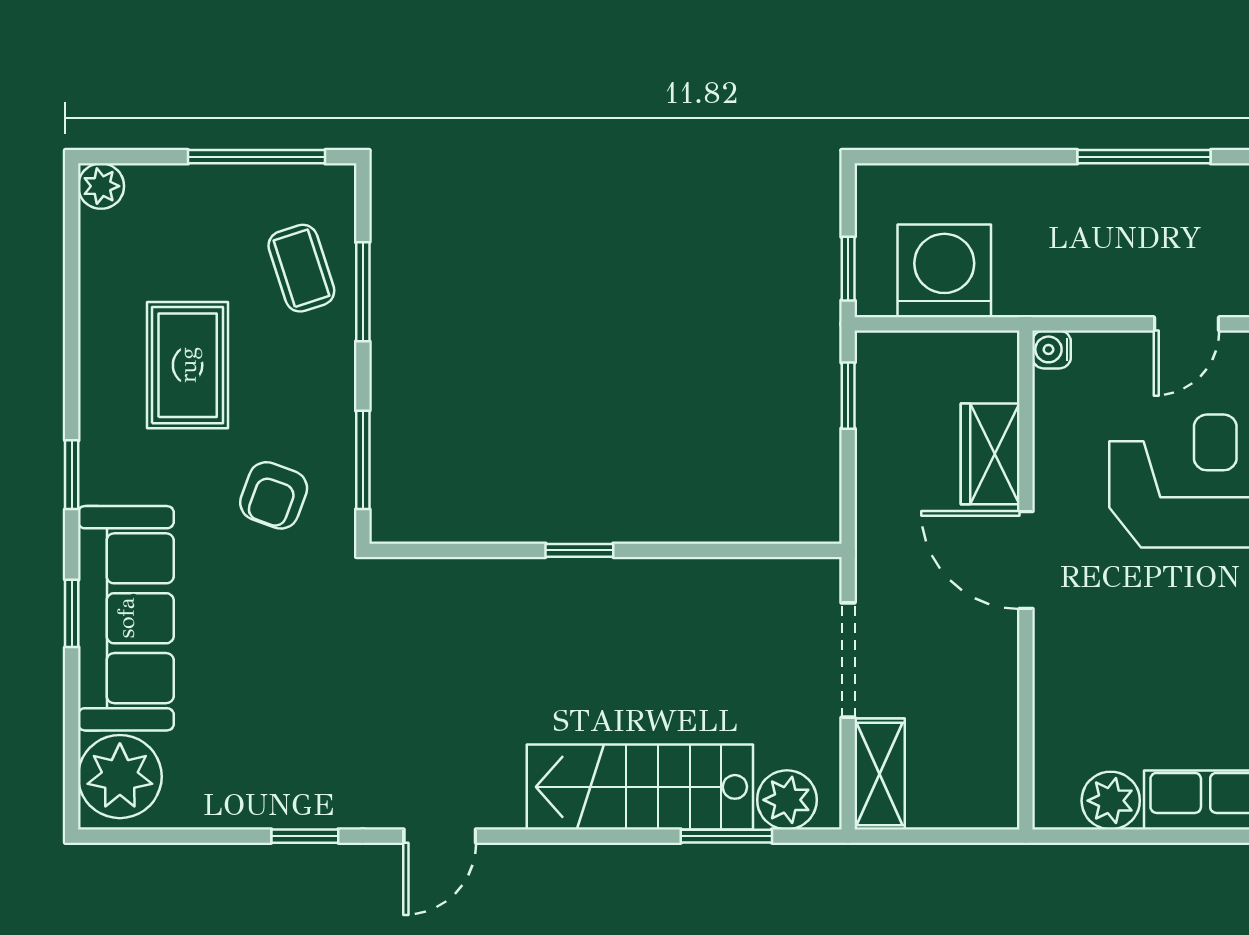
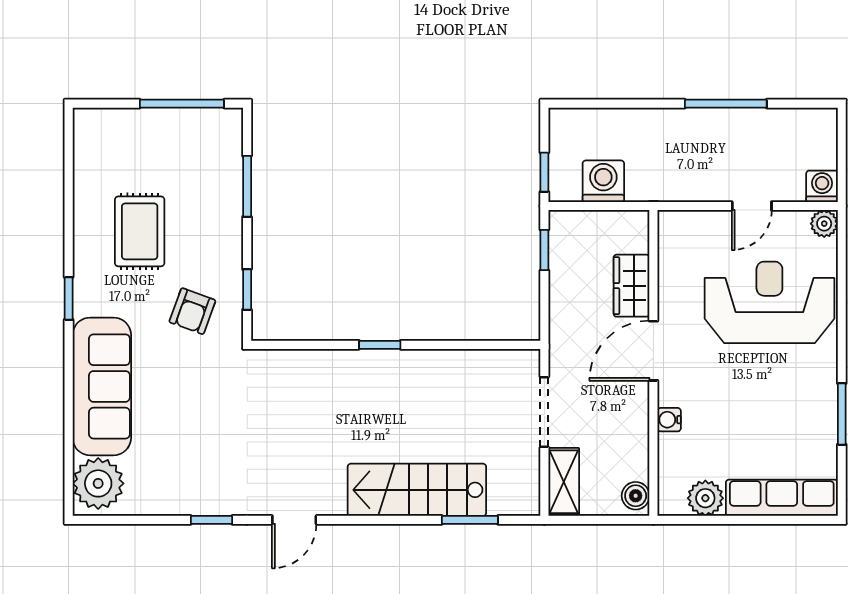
plant: (101, 186) -> (87, 122), removed
coffee table: (301, 268) -> (209, 172), removed
washing machine: (944, 271) -> (603, 181), width x0.73, depth x0.73
water cooler: (1052, 349) -> (669, 420), moved
window: (363, 460) -> (247, 289), width x0.67
door: (1026, 560) -> (653, 351), hinge flipped
window: (72, 613) -> (69, 383), removed
boiler: (997, 797) -> (636, 496), added
plant: (787, 800) -> (507, 498), removed

